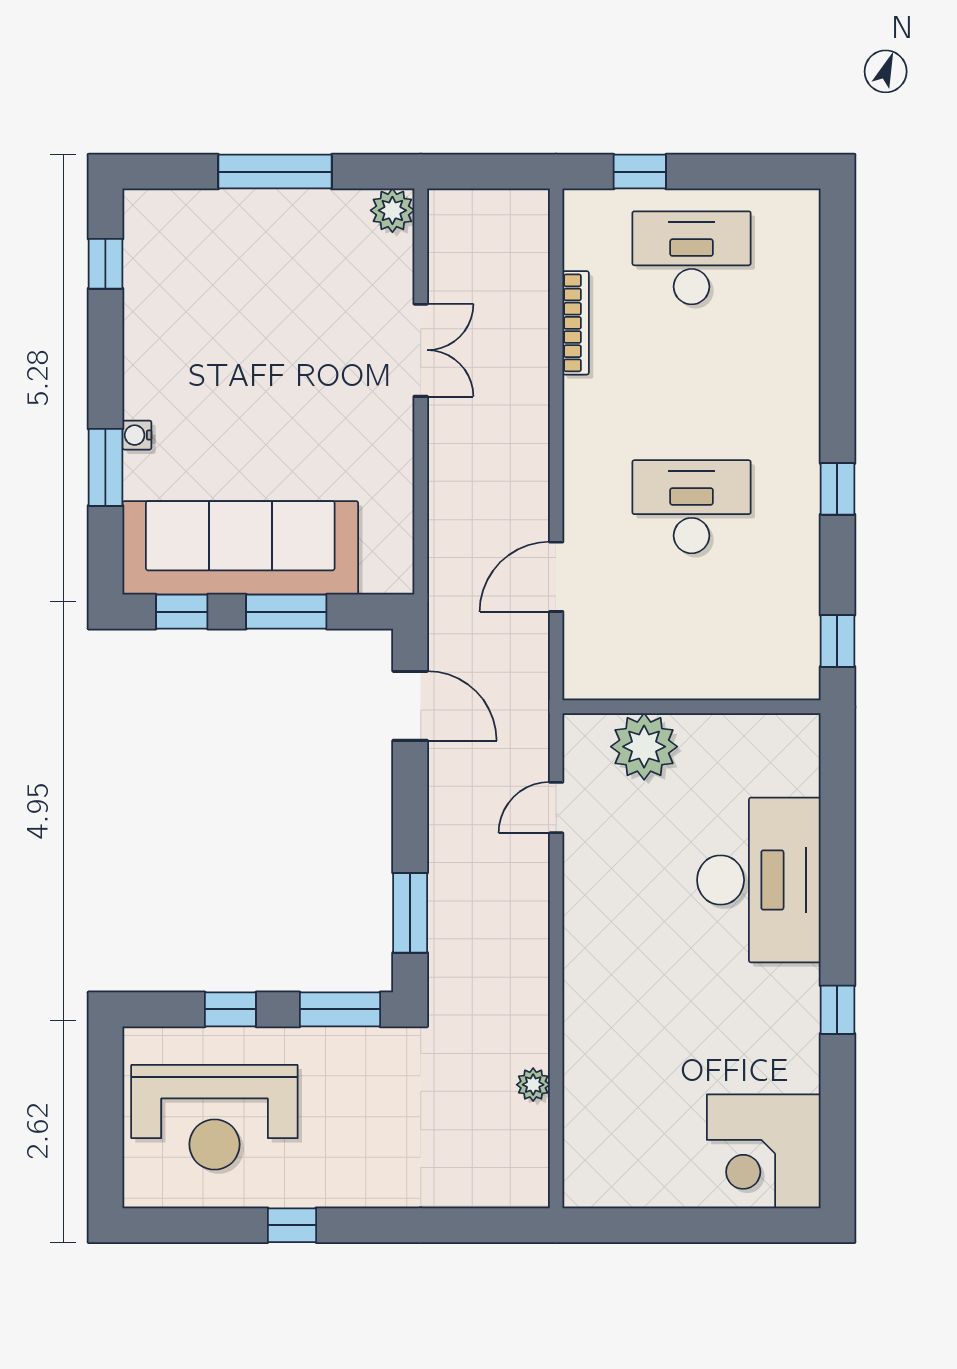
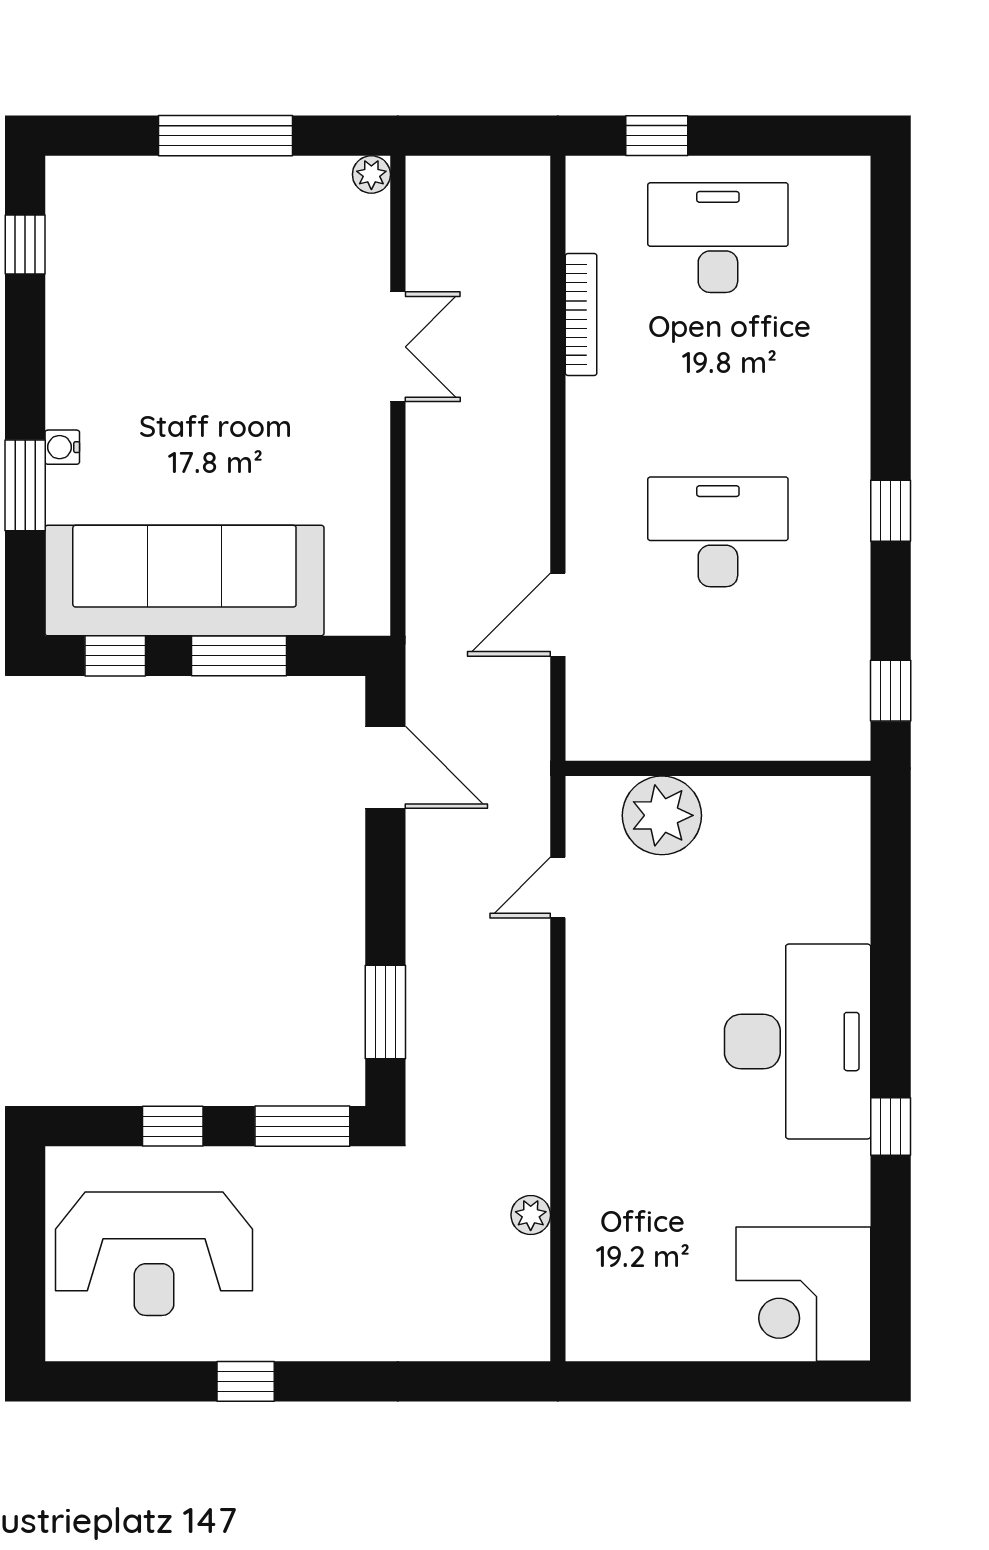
plant: (392, 210) -> (371, 174), width x0.73, depth x0.73
desk: (759, 880) -> (798, 1042), moved

